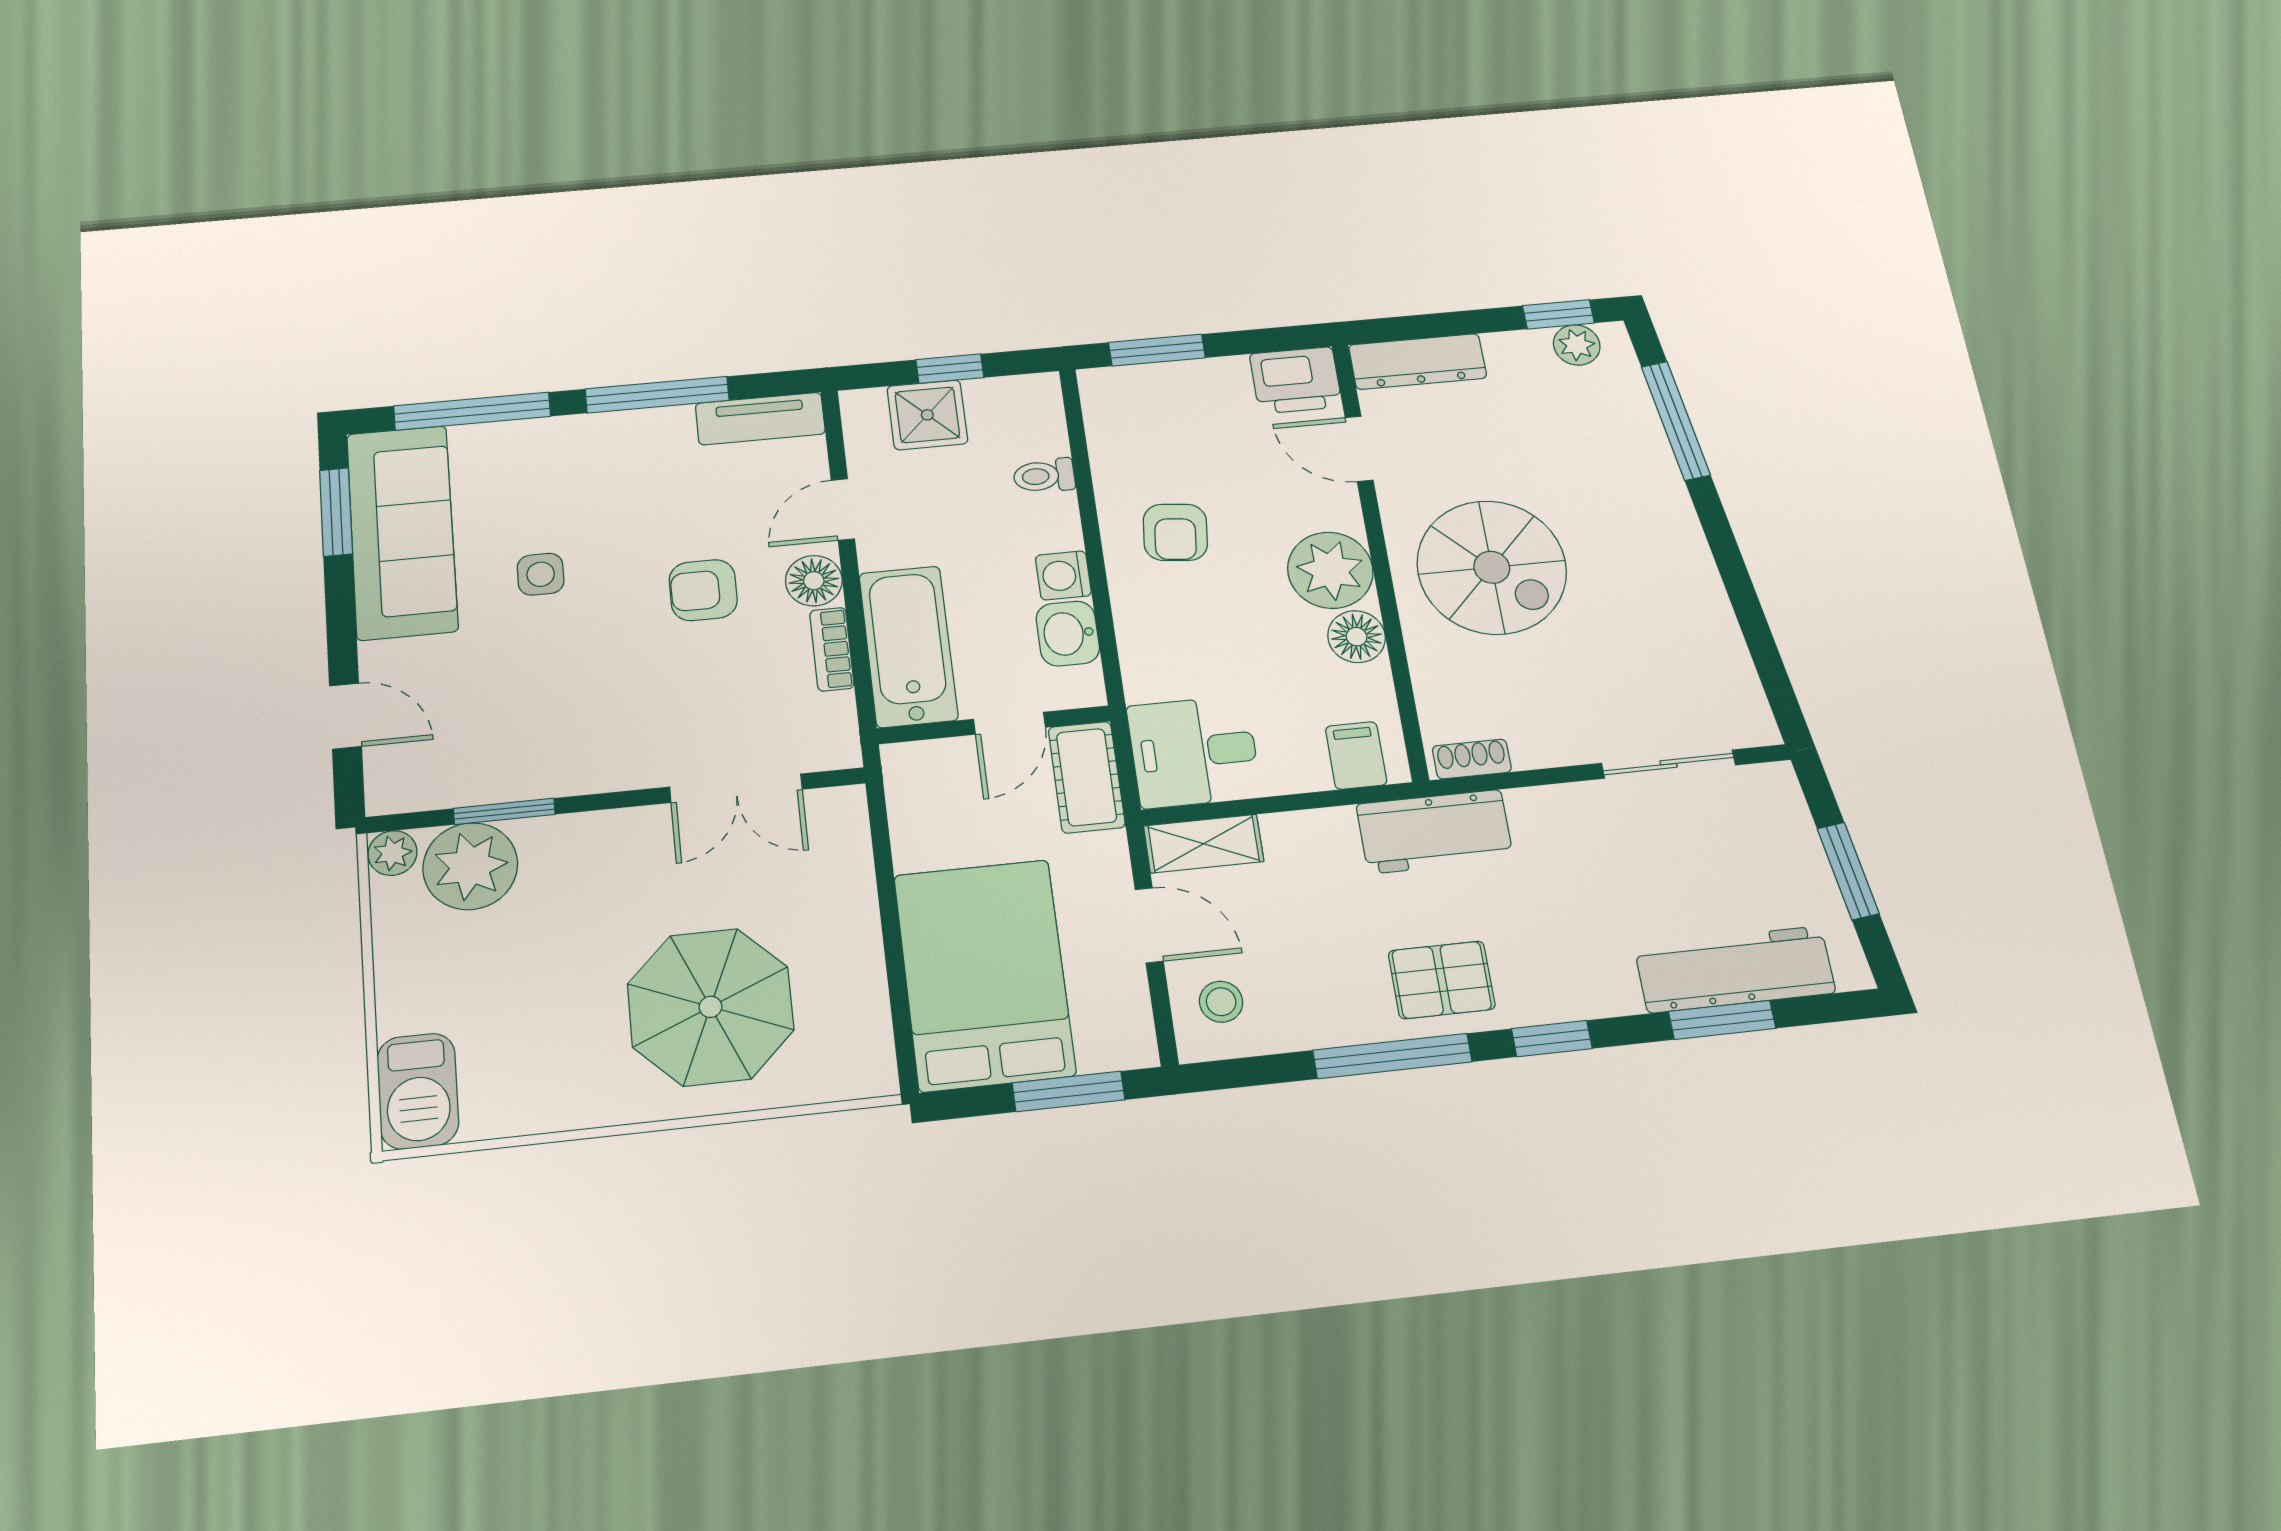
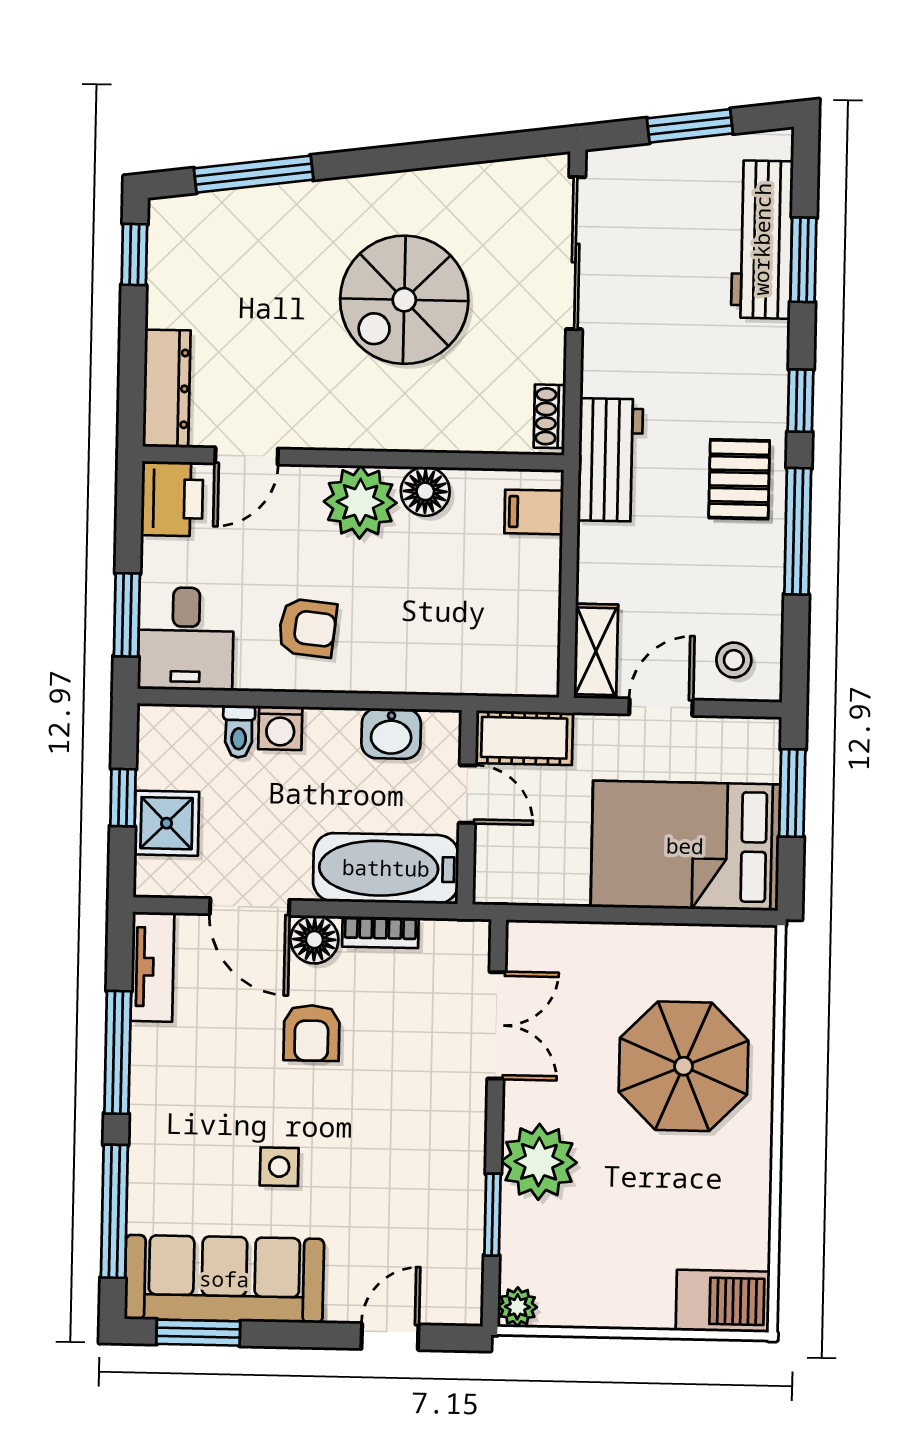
plant: (1577, 345) -> (167, 245), removed
door: (843, 509) -> (250, 907), width x1.37
spiral stairs: (1492, 567) -> (404, 300), moved, turned 180
washing machine: (1063, 575) -> (280, 728), moved
desk: (1194, 752) -> (186, 639), moved
sliding door: (1669, 764) -> (576, 253), width x1.37
plant: (470, 866) -> (539, 1162), moved

